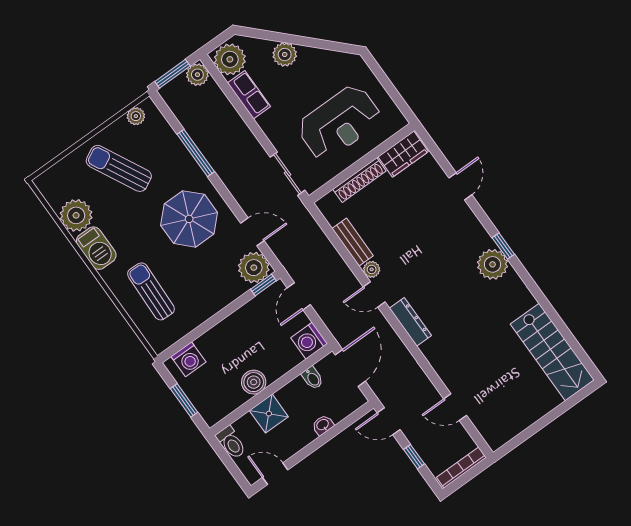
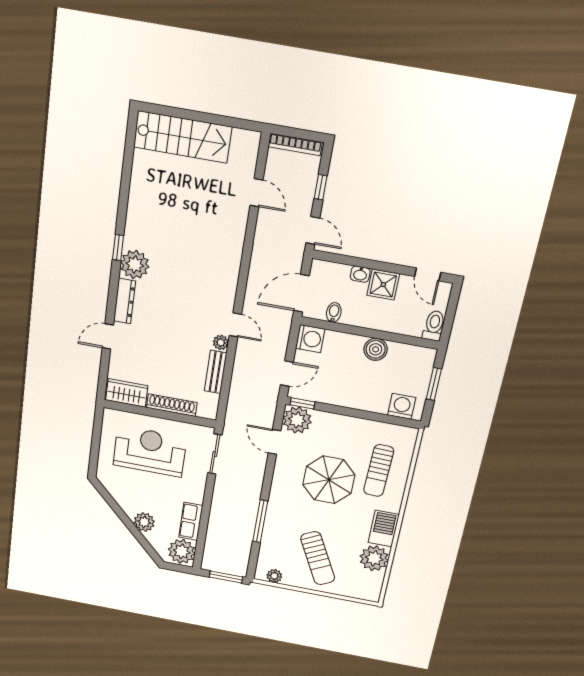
plant: (197, 75) -> (211, 562), removed
parasol: (189, 219) -> (329, 480), moved
window: (503, 246) -> (118, 248), moved
dresser: (410, 322) -> (125, 301), moved, turned 180
stairs: (552, 352) -> (182, 137), moved, turned 90
shower: (269, 414) -> (383, 285), moved

